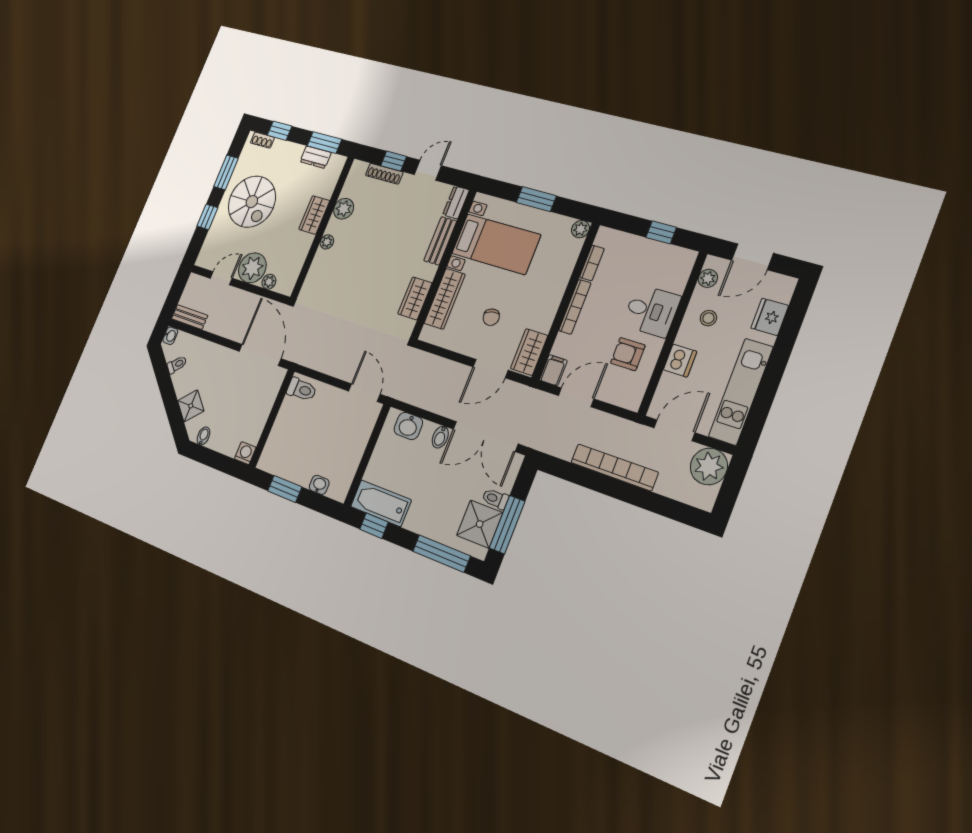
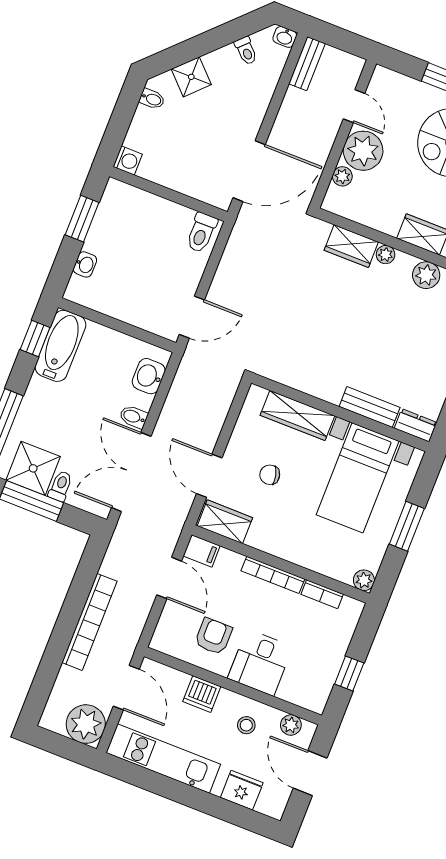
wardrobe: (415, 298) -> (351, 246), moved, turned 180

